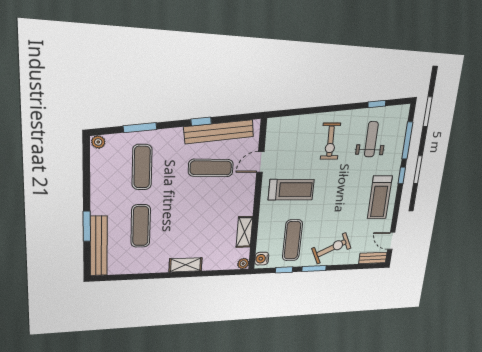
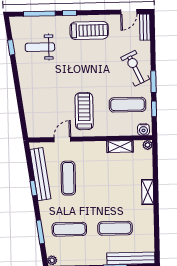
exercise bike: (330, 141) -> (43, 83), removed
door: (260, 162) -> (62, 139), swing flipped

